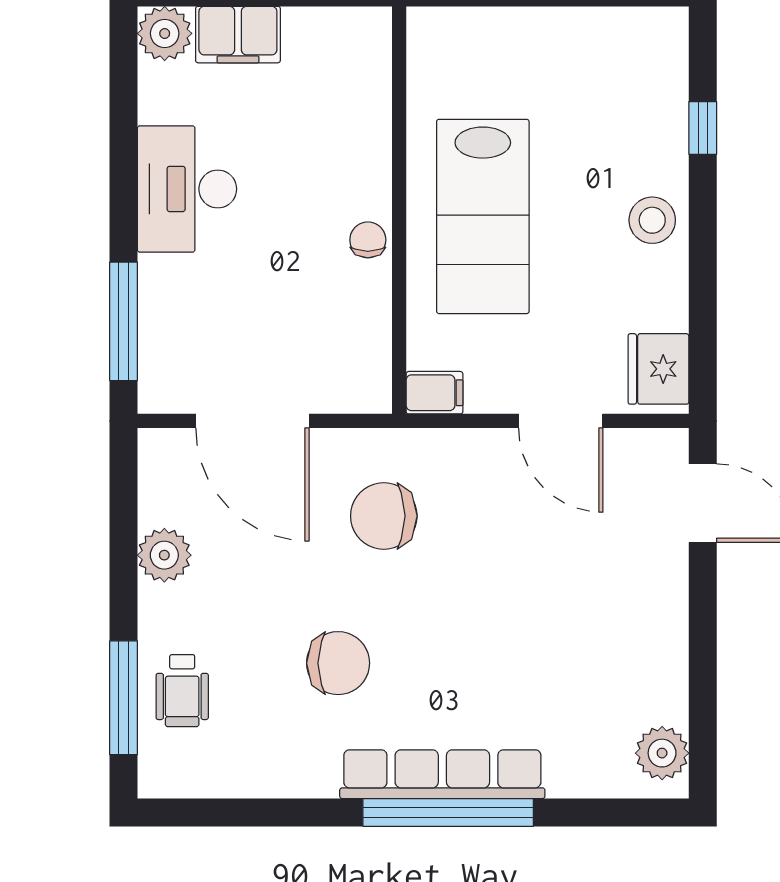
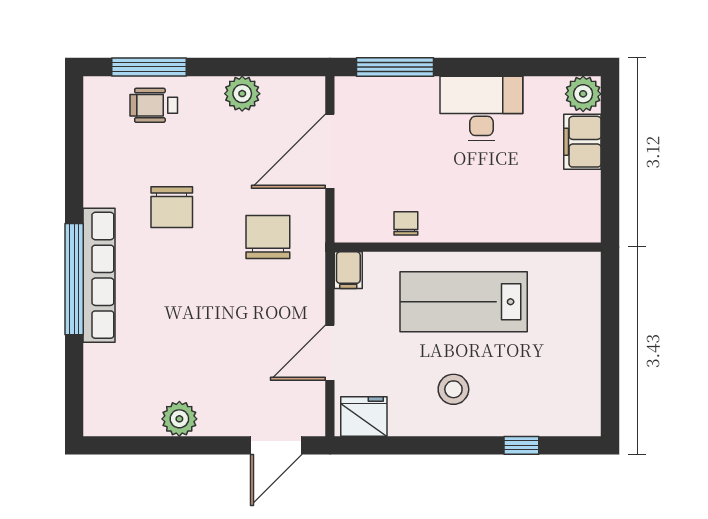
stool: (652, 220) -> (453, 389), moved
chair: (368, 240) -> (406, 223), moved, turned -90
plant: (662, 753) -> (179, 419), moved

